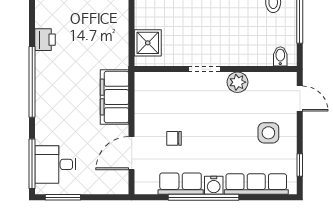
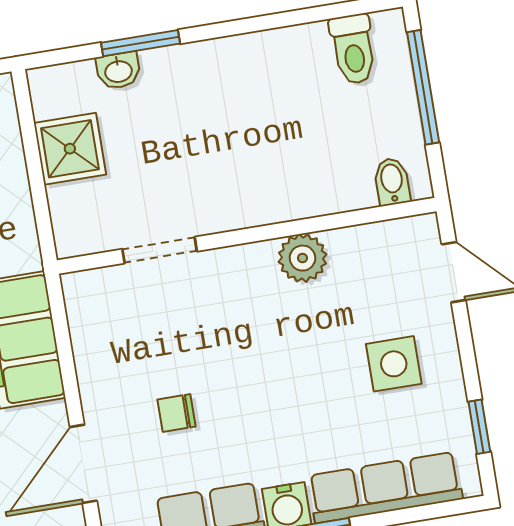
shower: (148, 43) -> (70, 149), moved
doorway: (205, 69) -> (160, 250), moved

